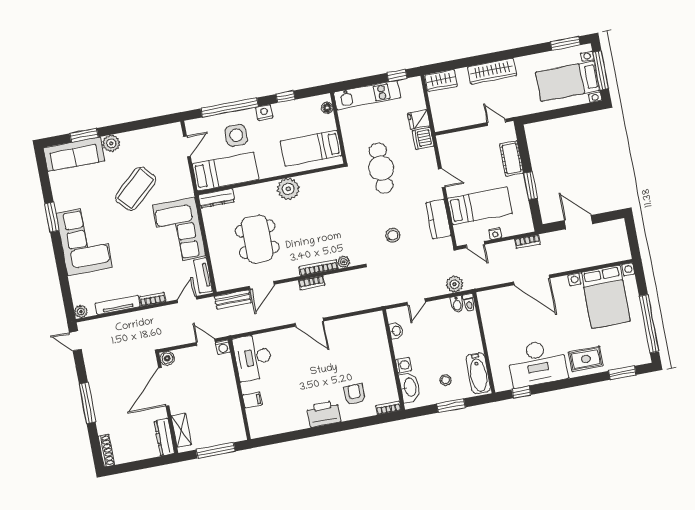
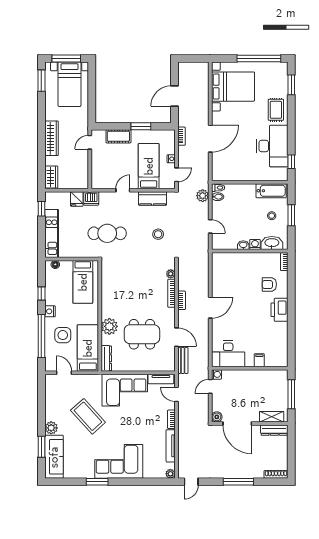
plant: (288, 189) -> (109, 326), moved
washbasin: (396, 331) -> (243, 245), moved

